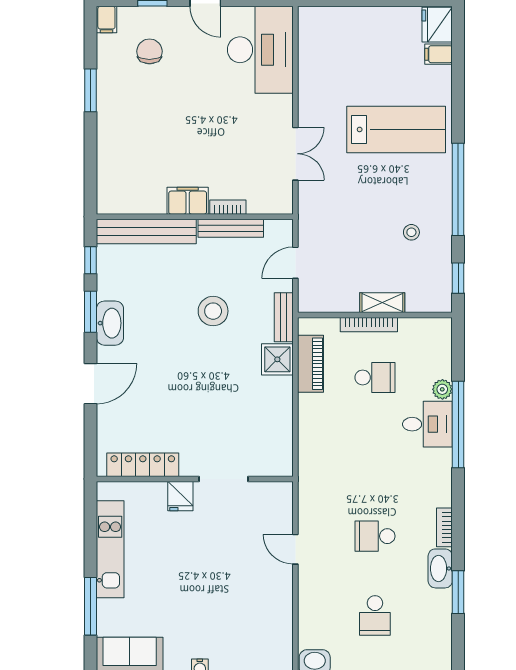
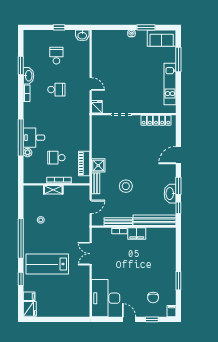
window: (458, 278) -> (21, 279), moved
washbasin: (110, 323) -> (170, 194), moved
fridge: (180, 496) -> (97, 107), moved

